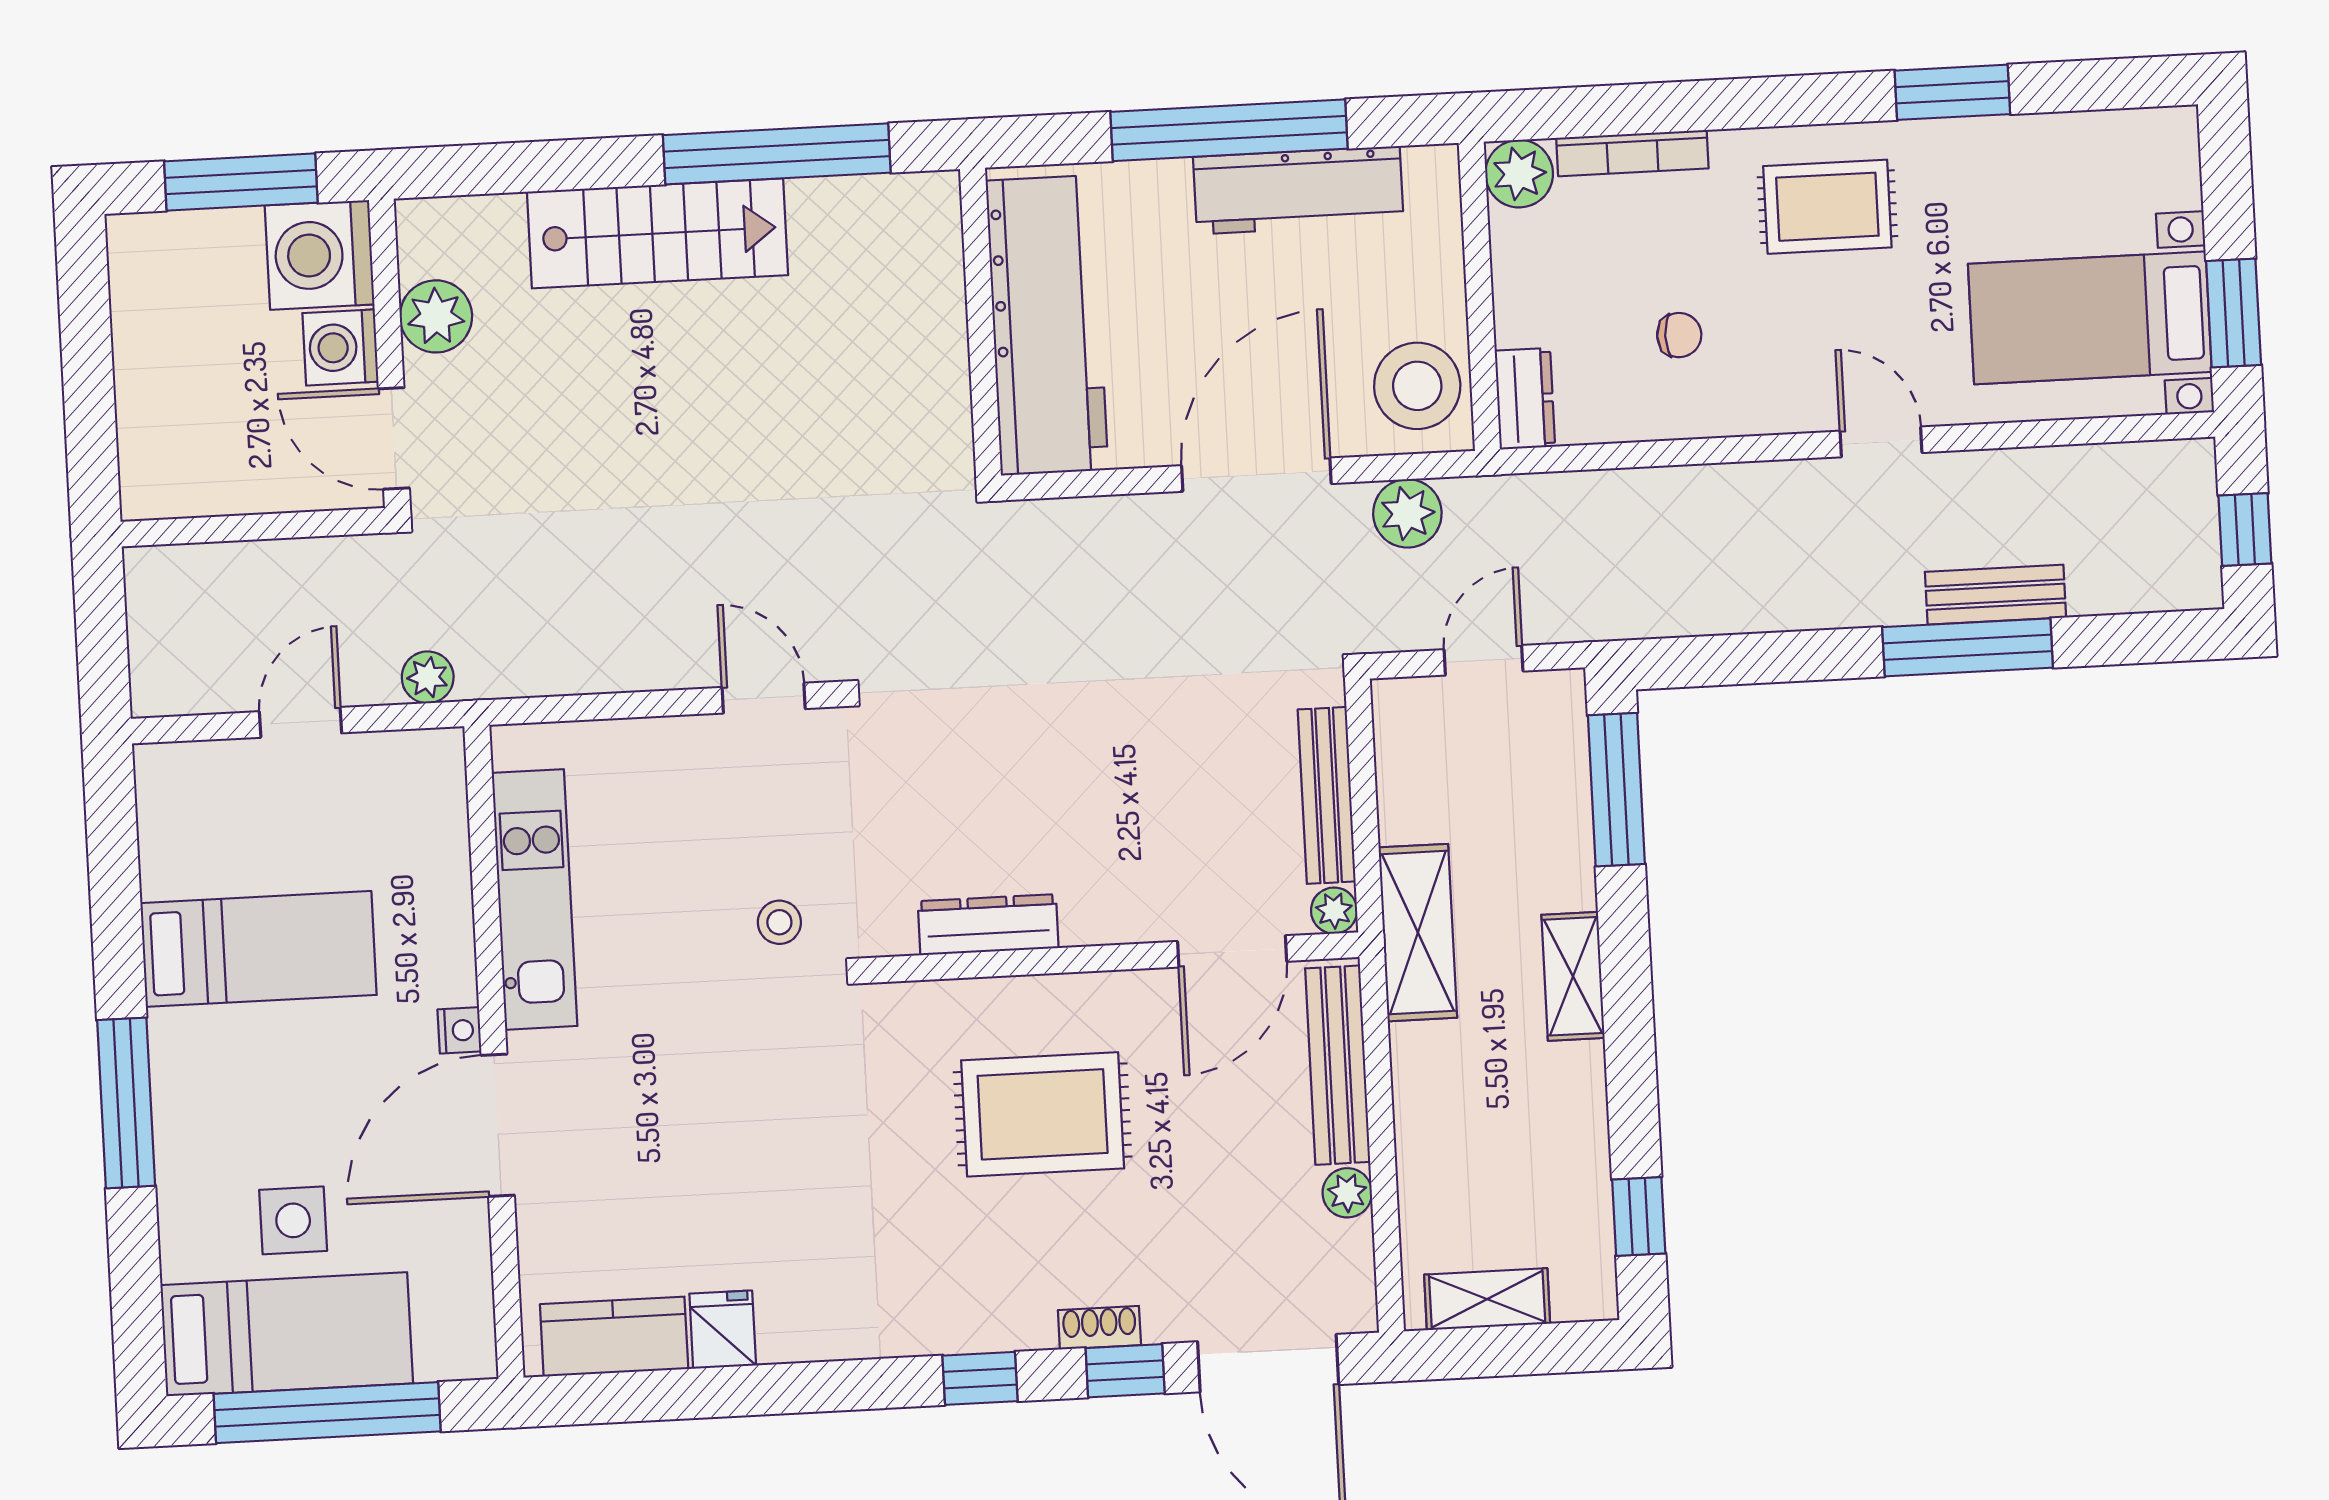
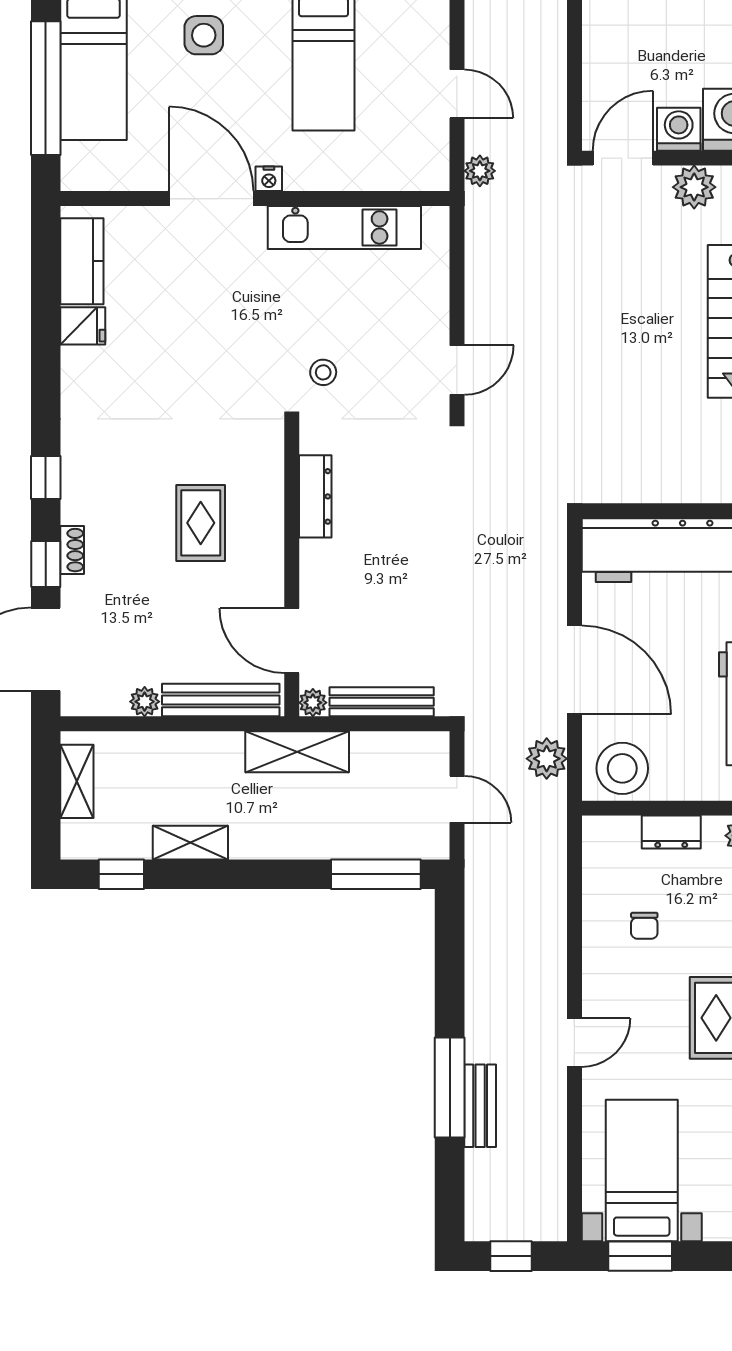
dresser: (1525, 399) -> (671, 832), moved
shelving: (1573, 976) -> (190, 843), moved
rug: (1043, 1114) -> (201, 523), width x0.73, depth x0.70
side table: (293, 1220) -> (204, 35), moved

